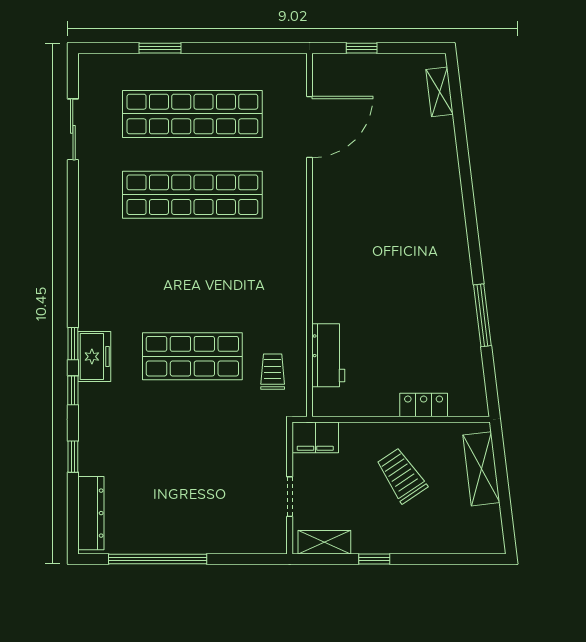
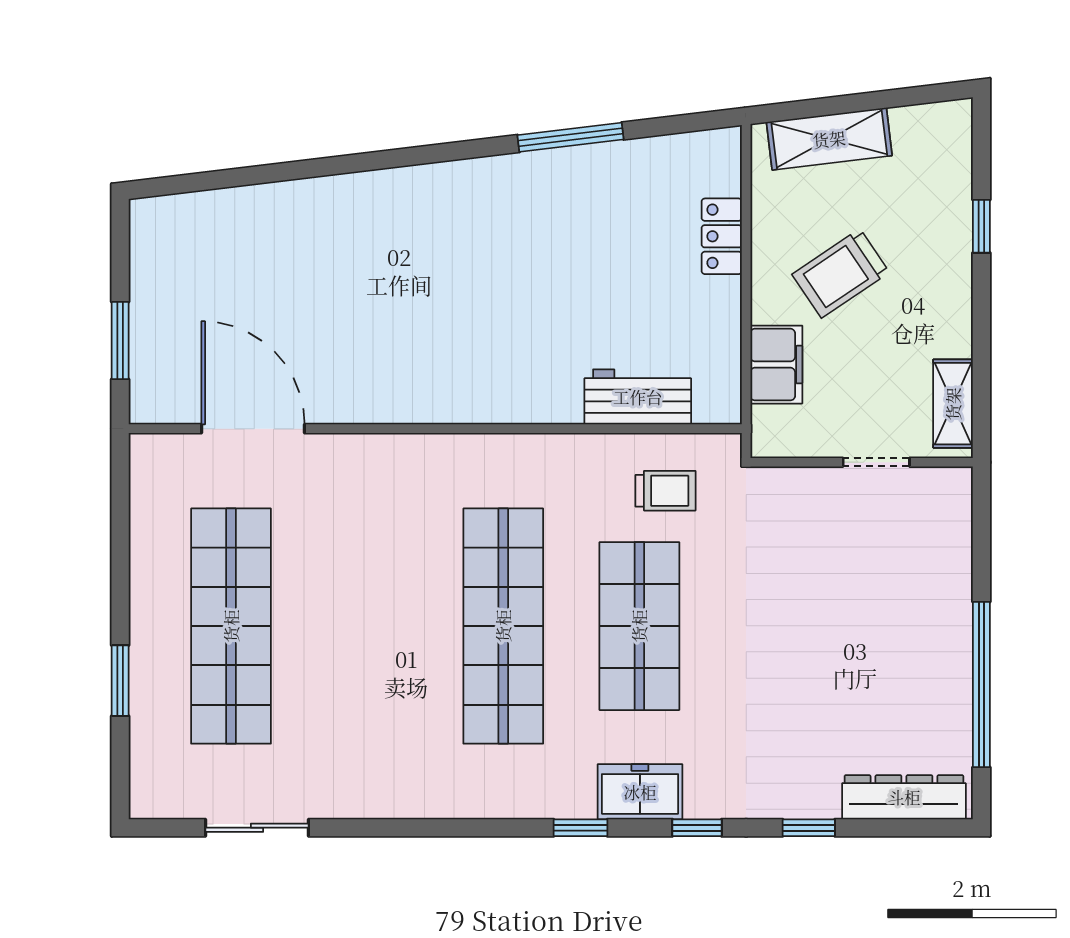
window: (362, 48) -> (120, 341), width x1.50
shelving: (440, 92) -> (194, 209), removed
shop shelf: (192, 195) -> (503, 626), moved
window: (73, 344) -> (581, 828), moved
trolley: (273, 372) -> (666, 491), turned 180
filing cabinet: (315, 437) -> (776, 365), moved
window: (374, 559) -> (981, 226), moved

